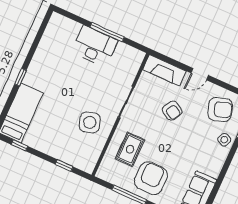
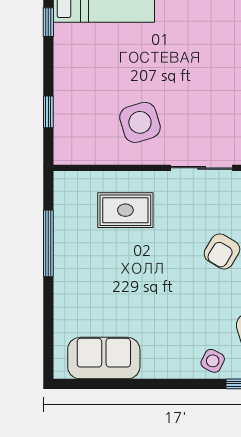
armchair: (151, 178) -> (93, 267), removed

